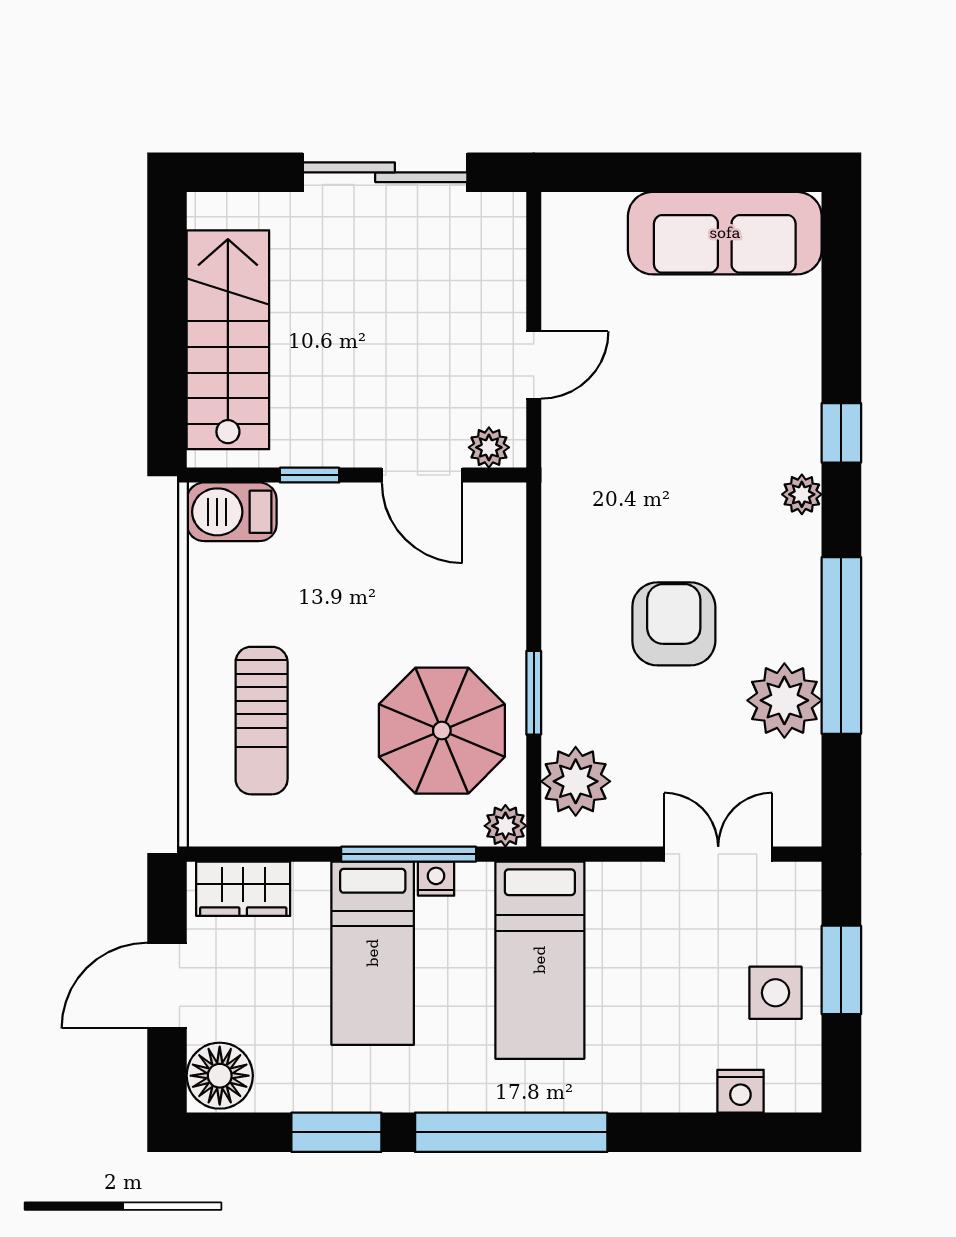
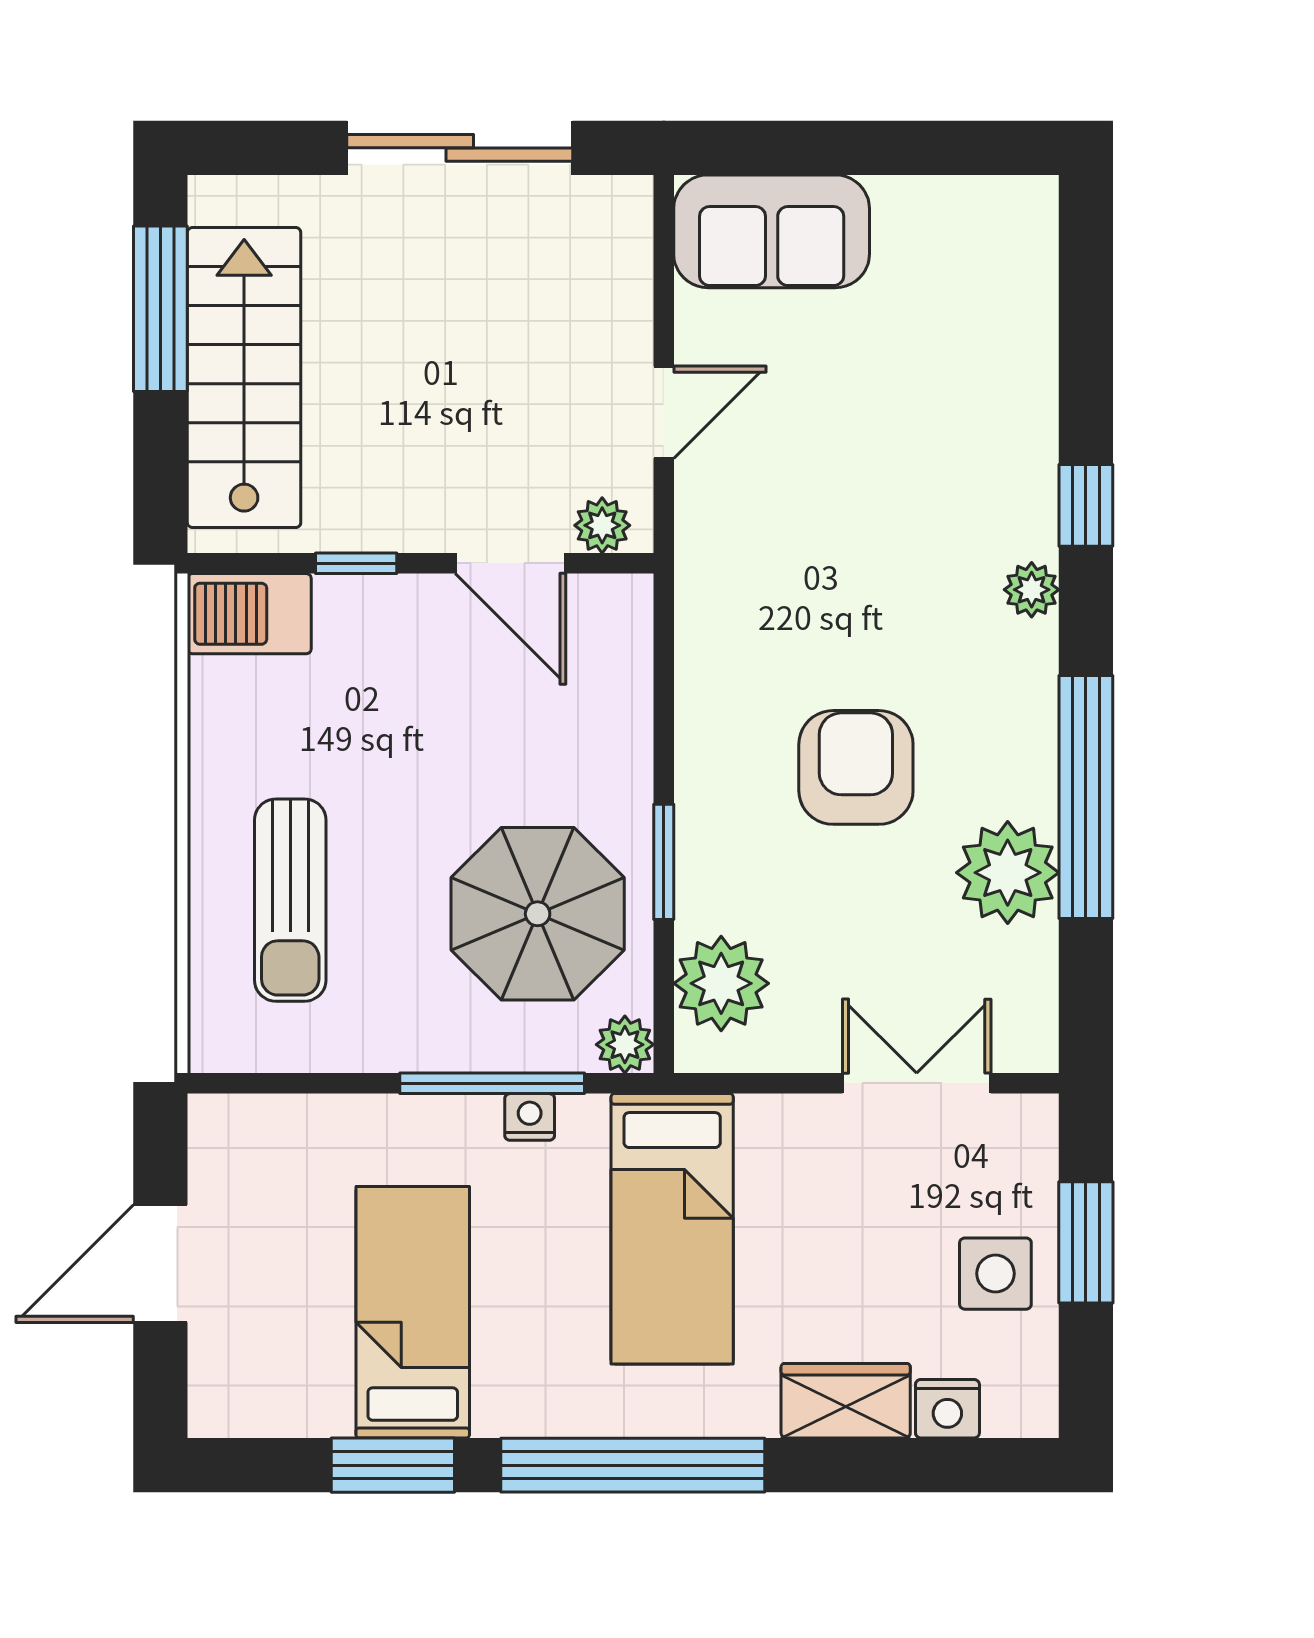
sofa: (725, 233) -> (772, 231), moved, width x0.73
window: (167, 290) -> (160, 309), added
wardrobe: (243, 889) -> (846, 1401), moved, turned 180
bed: (373, 953) -> (413, 1312), moved, turned 180
floor lamp: (220, 1076) -> (233, 1387), removed

